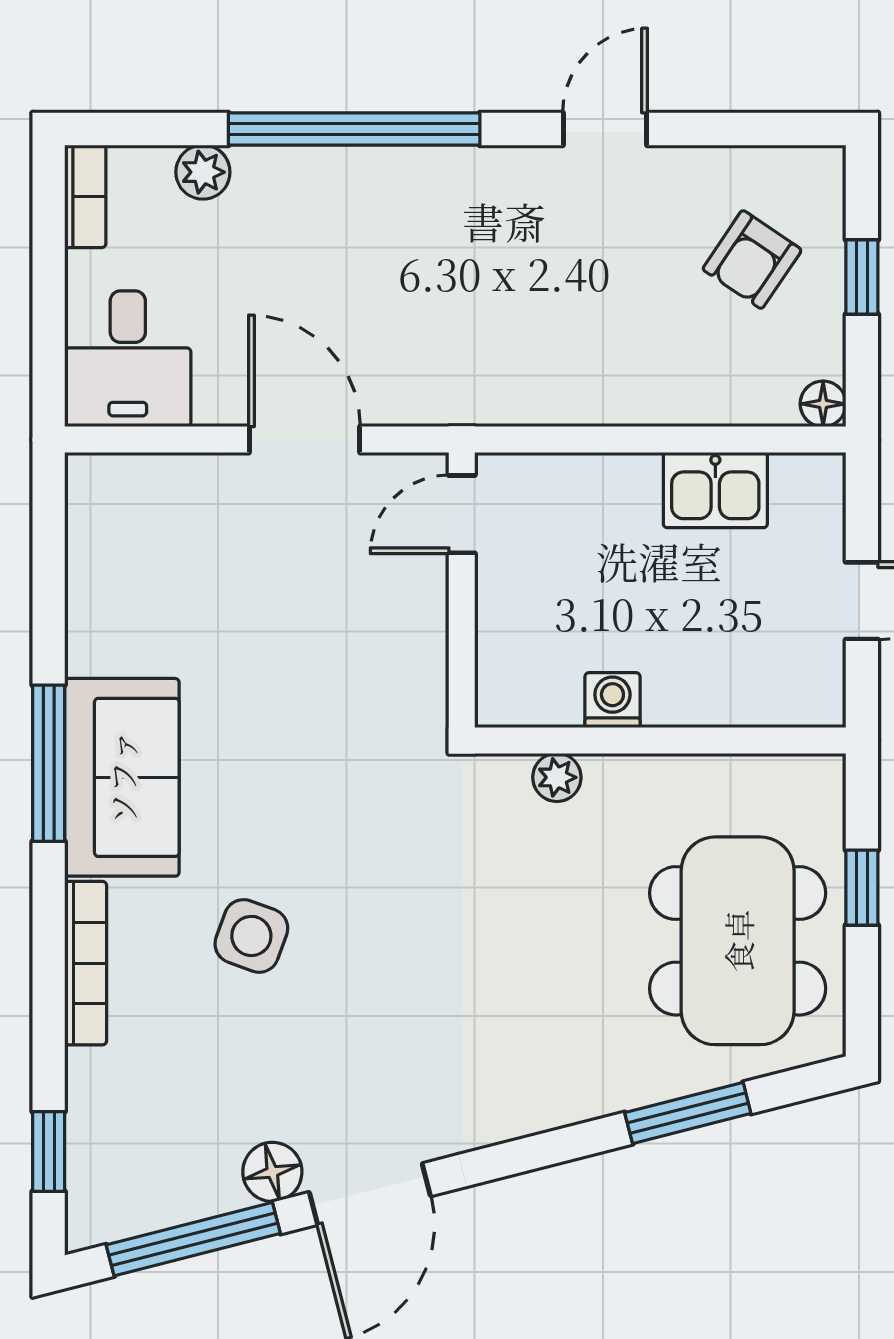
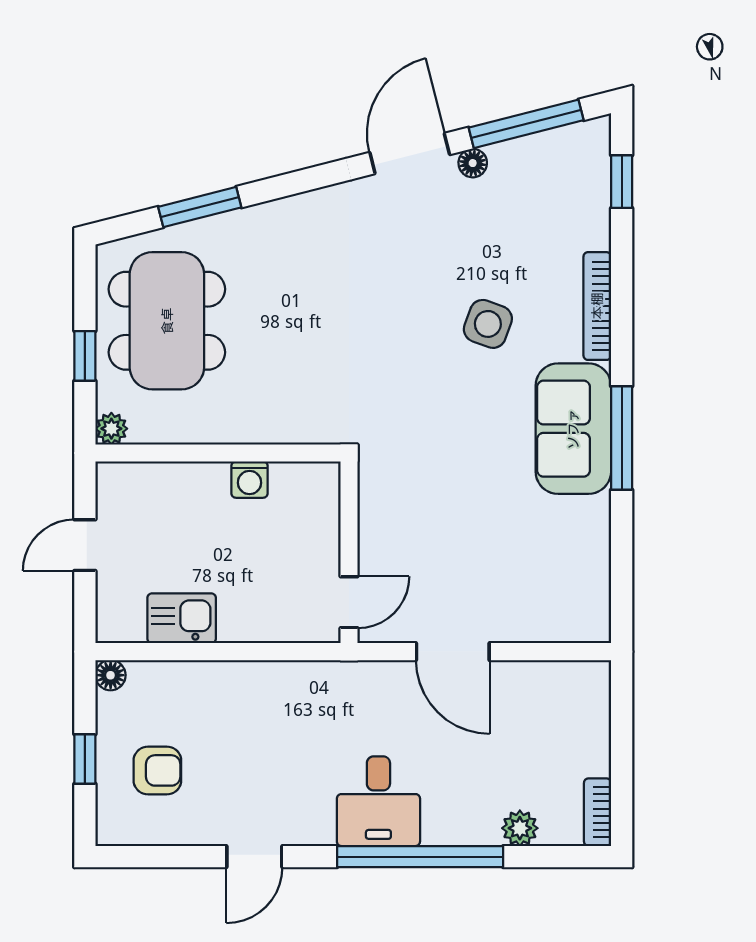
armchair: (752, 260) -> (157, 770), turned 56
desk: (128, 359) -> (378, 801), moved, turned 180
plant: (557, 777) -> (111, 429), moved
floor lamp: (272, 1172) -> (473, 163), width x0.73, depth x0.73

